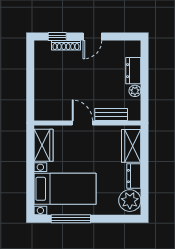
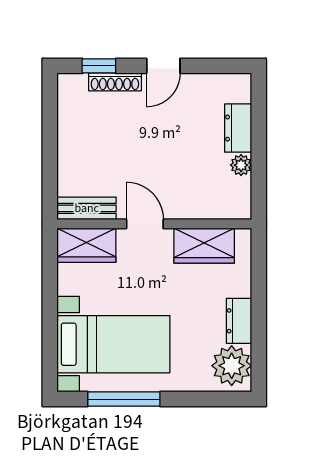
bench: (111, 115) -> (87, 208), moved
wardrobe: (44, 145) -> (86, 245), moved, turned 90
wardrobe: (131, 146) -> (204, 246), moved, turned -90

